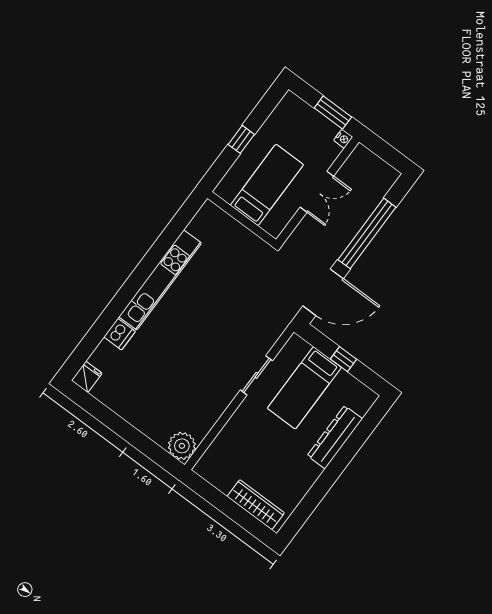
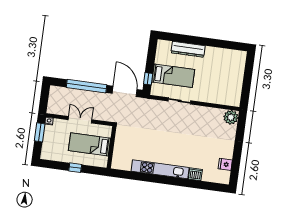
window: (343, 359) -> (148, 79), moved
fridge: (87, 377) -> (225, 164), moved
wardrobe: (256, 505) -> (239, 68), removed

